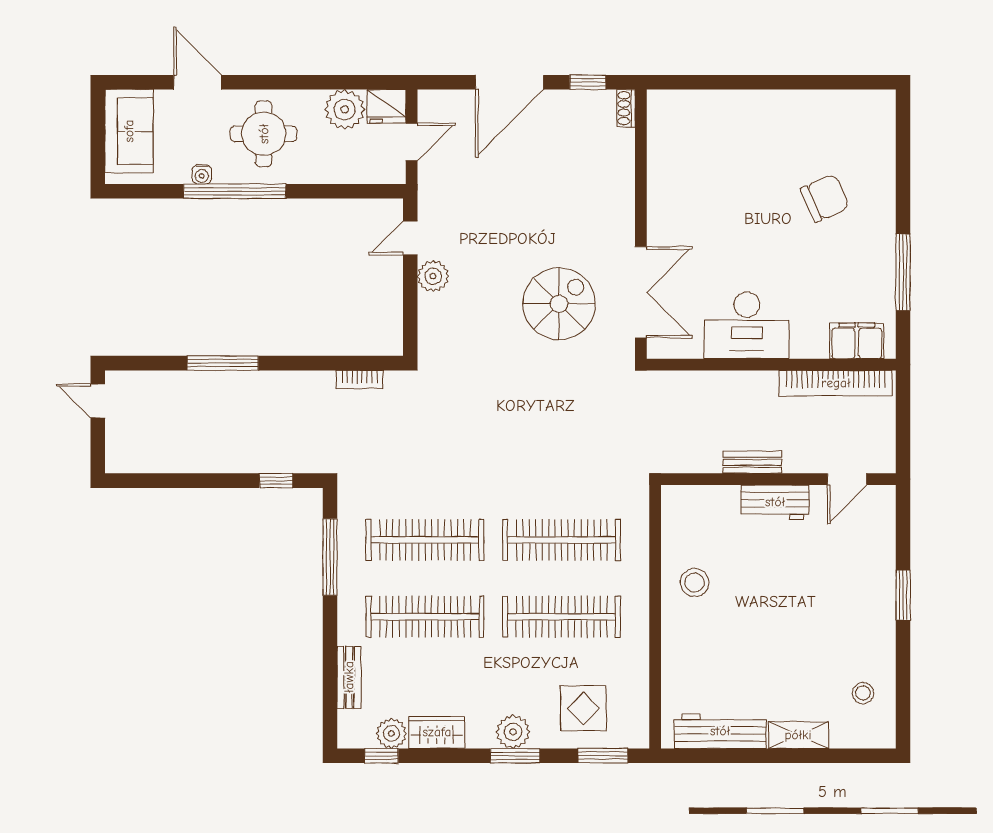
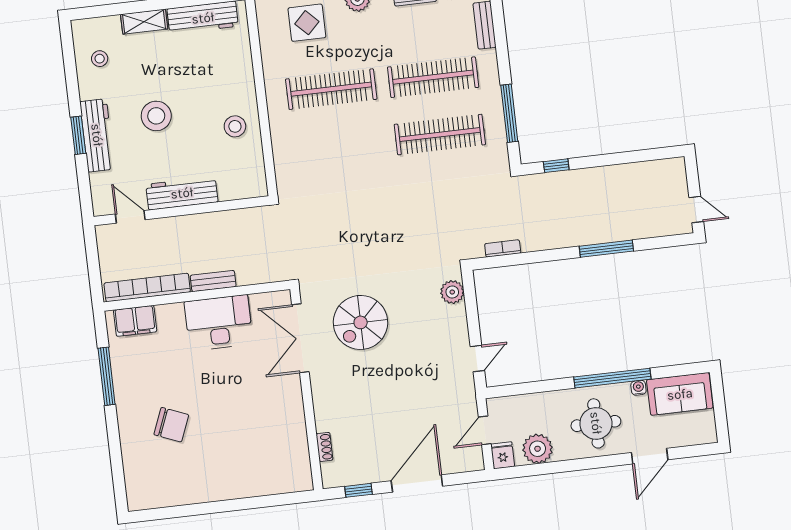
door: (198, 82) -> (650, 456), hinge flipped
fridge: (386, 106) -> (503, 455), width x0.72
shoe rack: (626, 108) -> (324, 447), moved
sofa: (129, 131) -> (680, 394), moved, turned -90
chair: (825, 198) -> (171, 425), turned -134
plant: (433, 276) -> (452, 292), moved
bench: (752, 462) -> (213, 281), moved
door: (847, 479) -> (130, 217), hinge flipped
workbench: (775, 502) -> (182, 193), width x1.38
clothes rail: (562, 540) -> (338, 146), removed
workbench: (878, 592) -> (97, 135), added
stool: (797, 609) -> (156, 116), added

